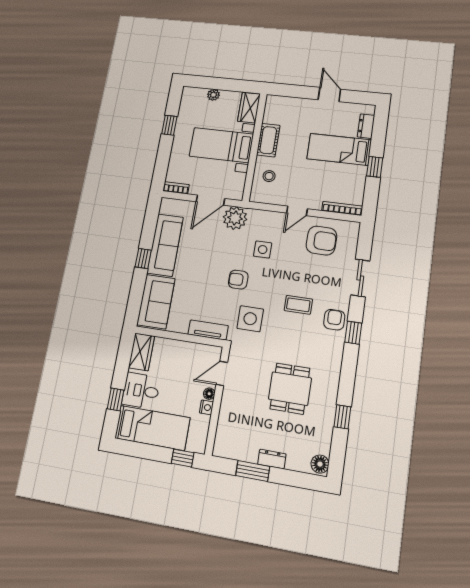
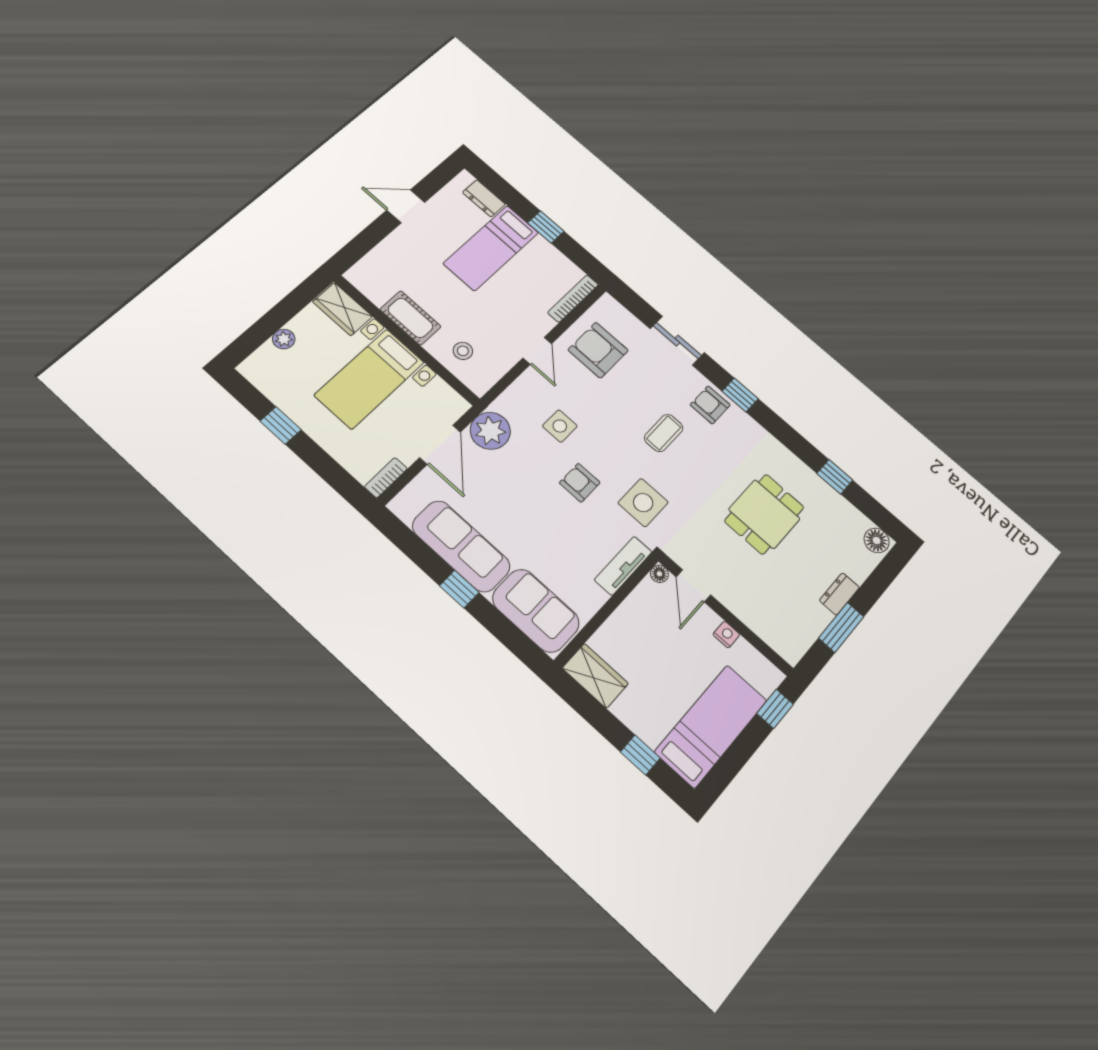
armchair: (321, 241) -> (598, 350), turned -91
armchair: (238, 280) -> (580, 483), turned 90
dining table: (290, 389) -> (764, 514), turned 90
desk: (141, 391) -> (650, 710), removed
floor lamp: (209, 394) -> (659, 574), moved

